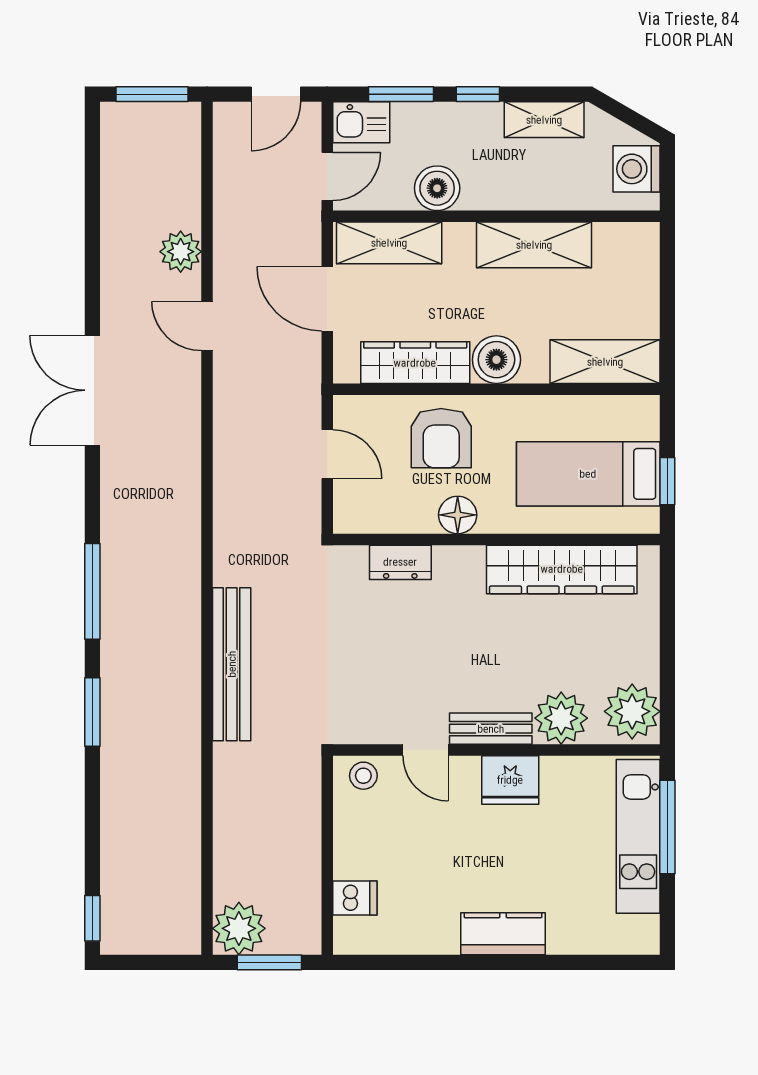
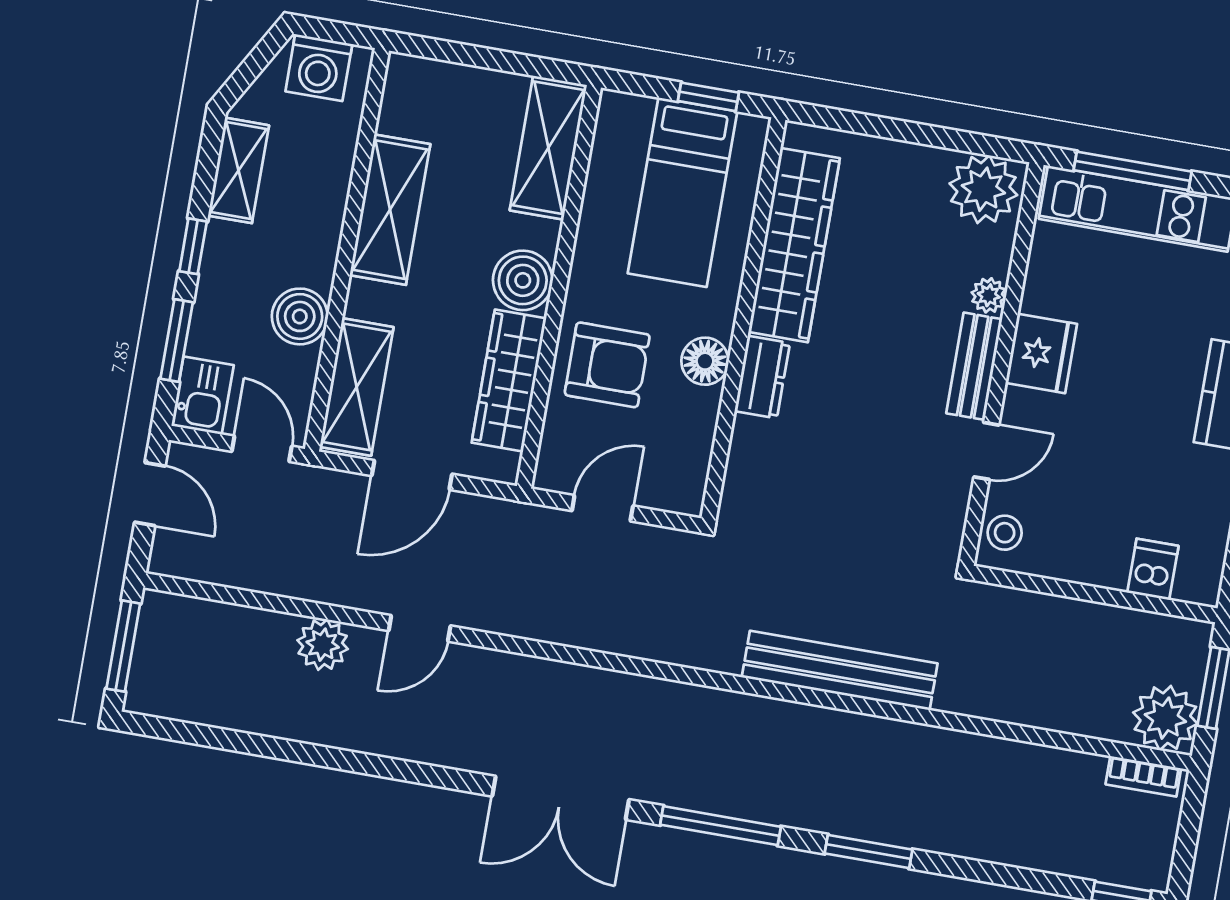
double door: (92, 390) -> (561, 798), moved
dresser: (400, 562) -> (762, 377), moved
plant: (561, 718) -> (989, 295), width x0.53, depth x0.53
bookcase: (190, 919) -> (1143, 776), added

